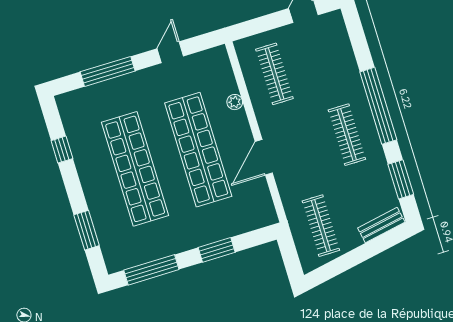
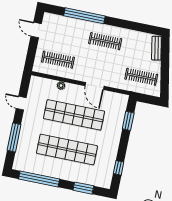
window: (378, 106) -> (84, 16), moved
window: (62, 150) -> (39, 179), width x3.17
window: (401, 179) -> (140, 27), removed
window: (217, 250) -> (128, 121), moved
window: (151, 270) -> (119, 168), width x0.46

